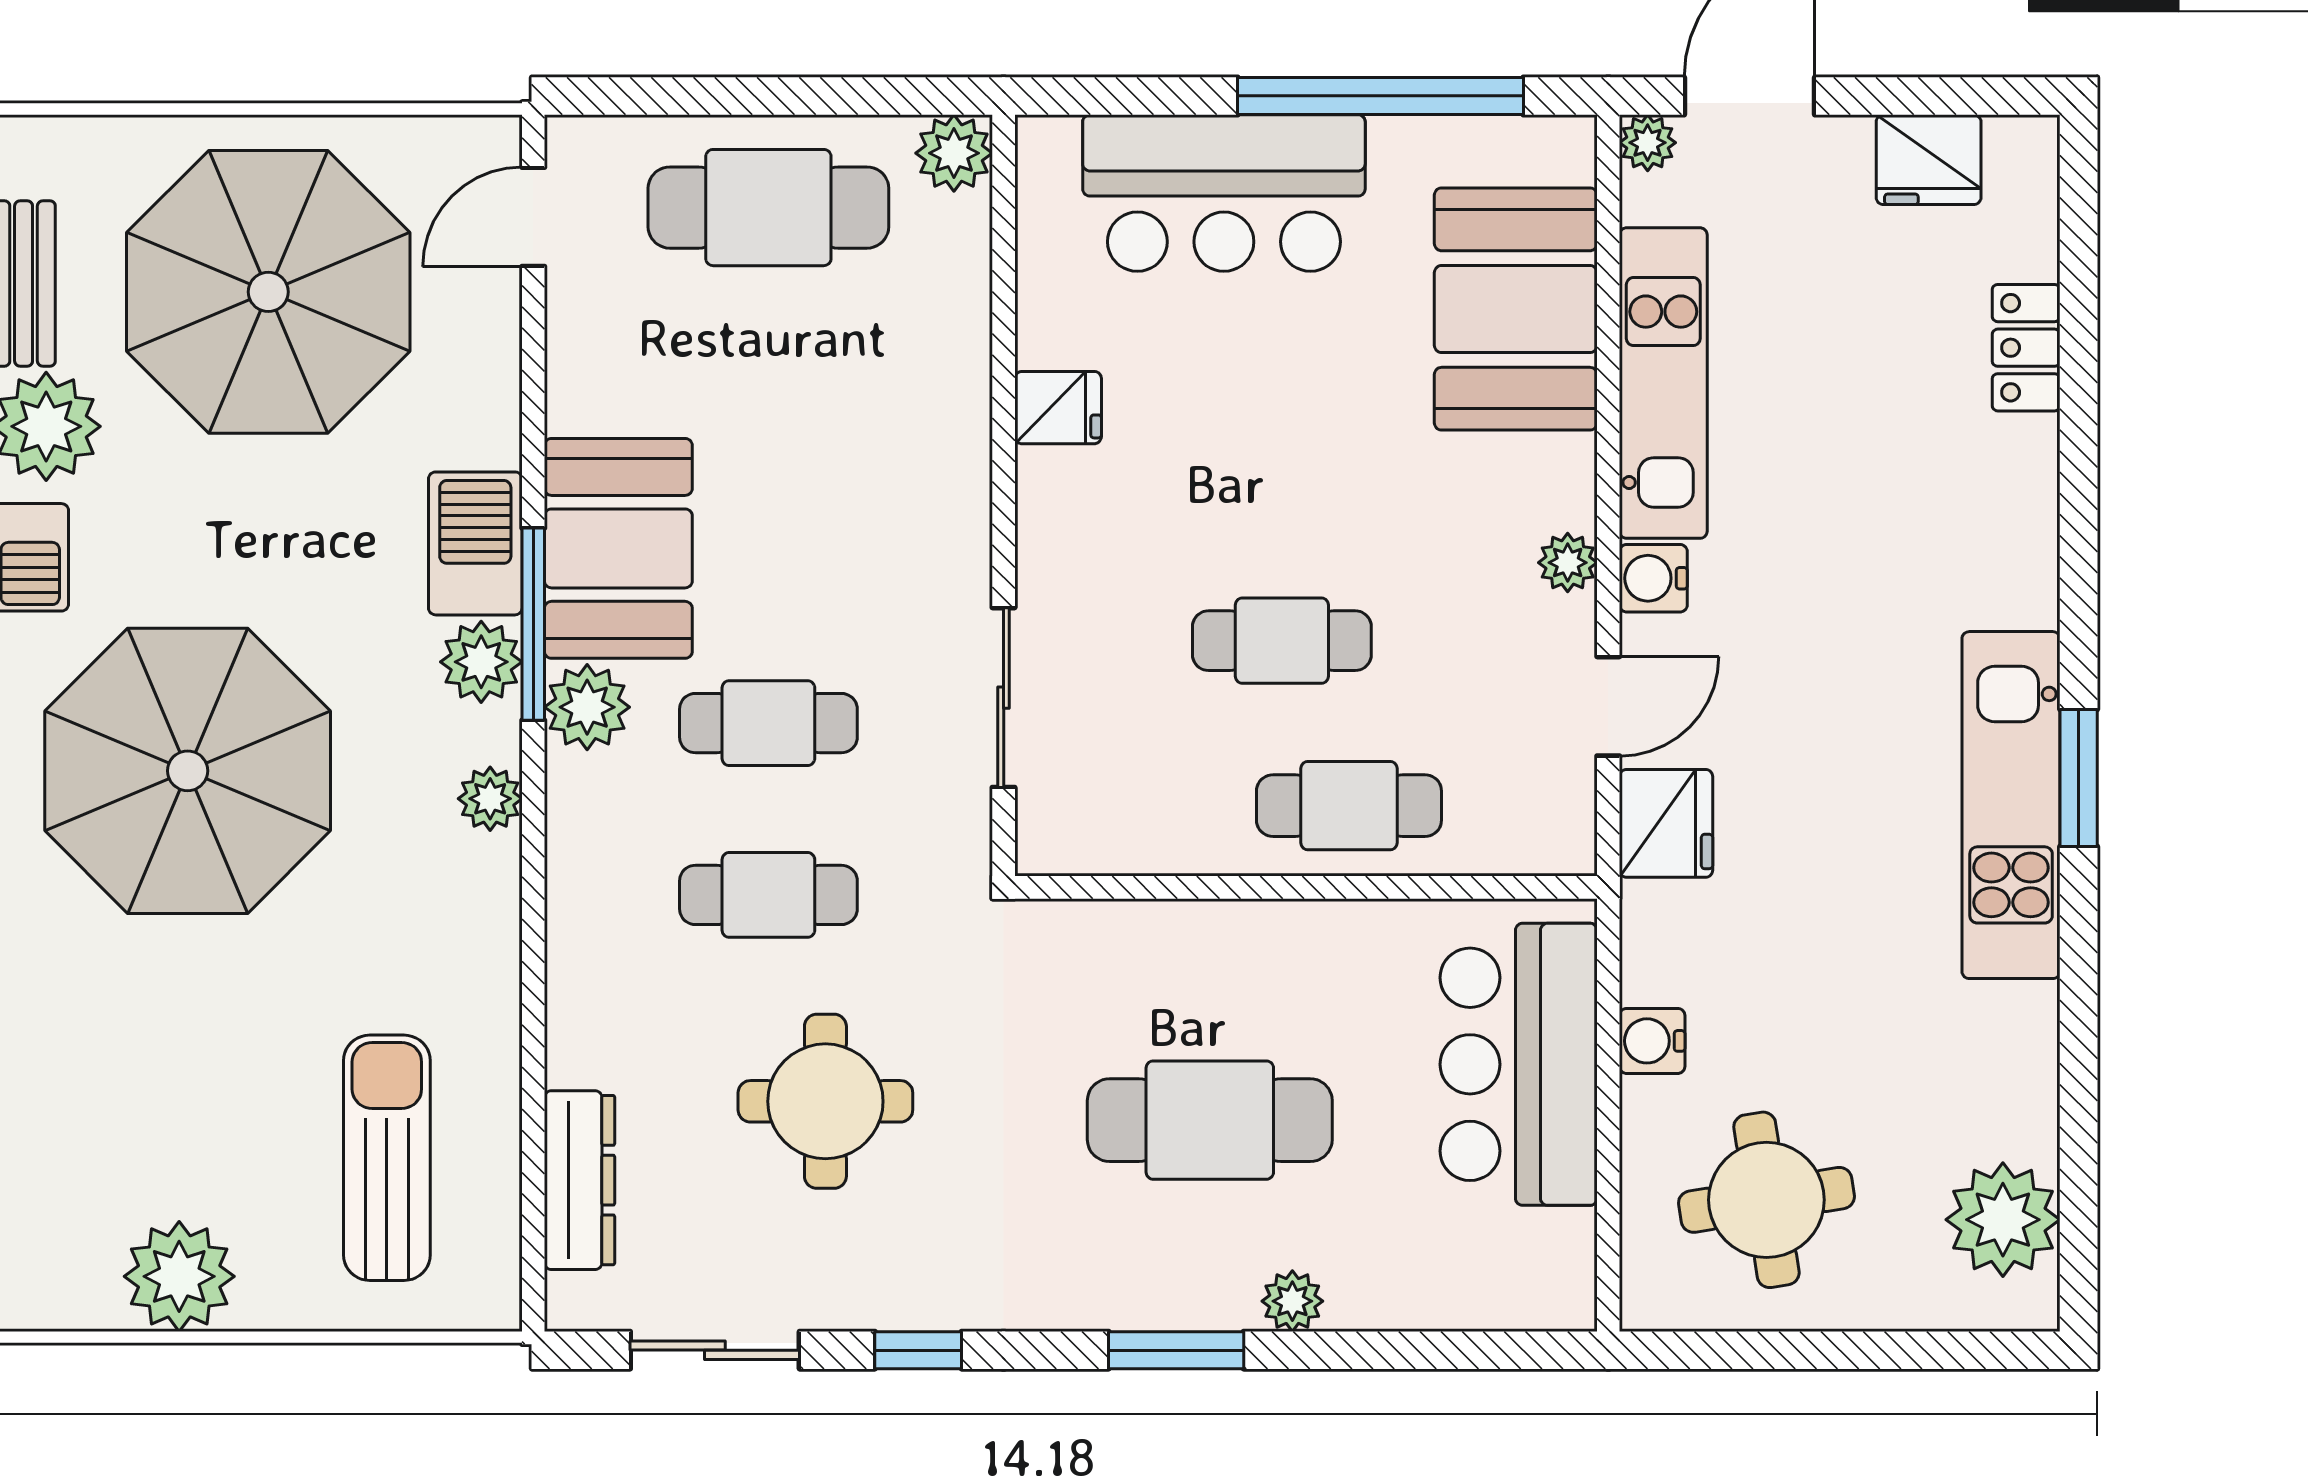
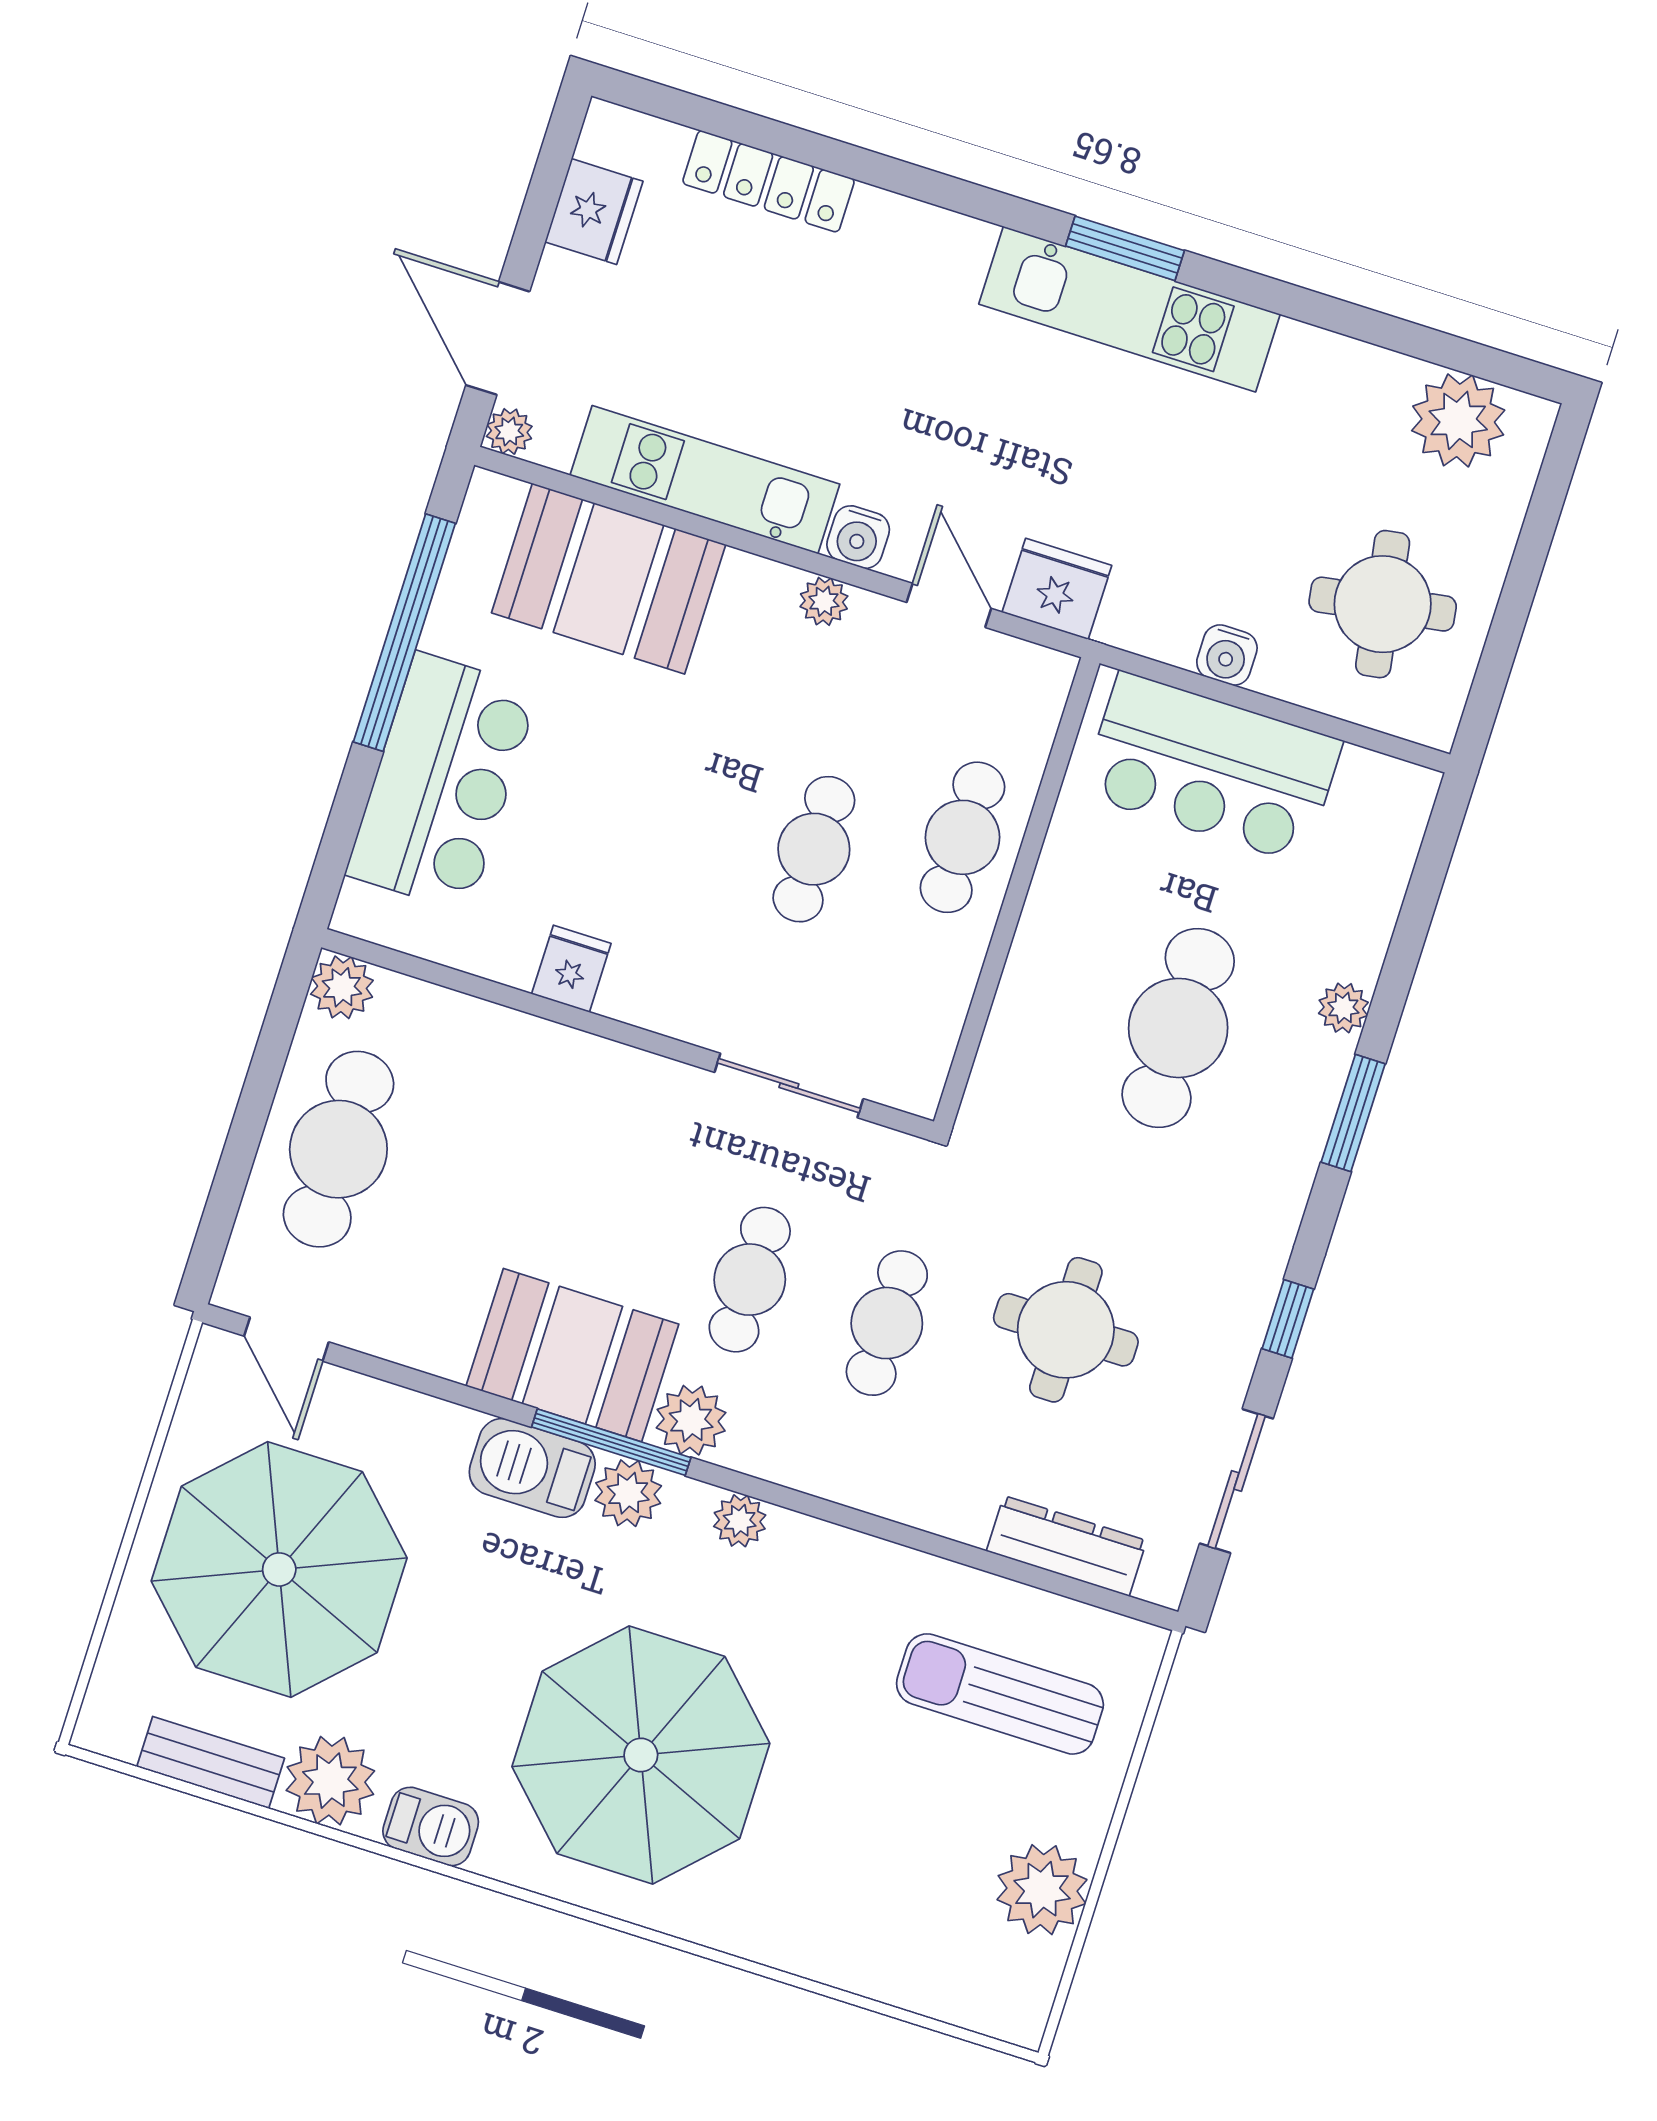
locker: (2026, 348) -> (769, 181), width x1.53

